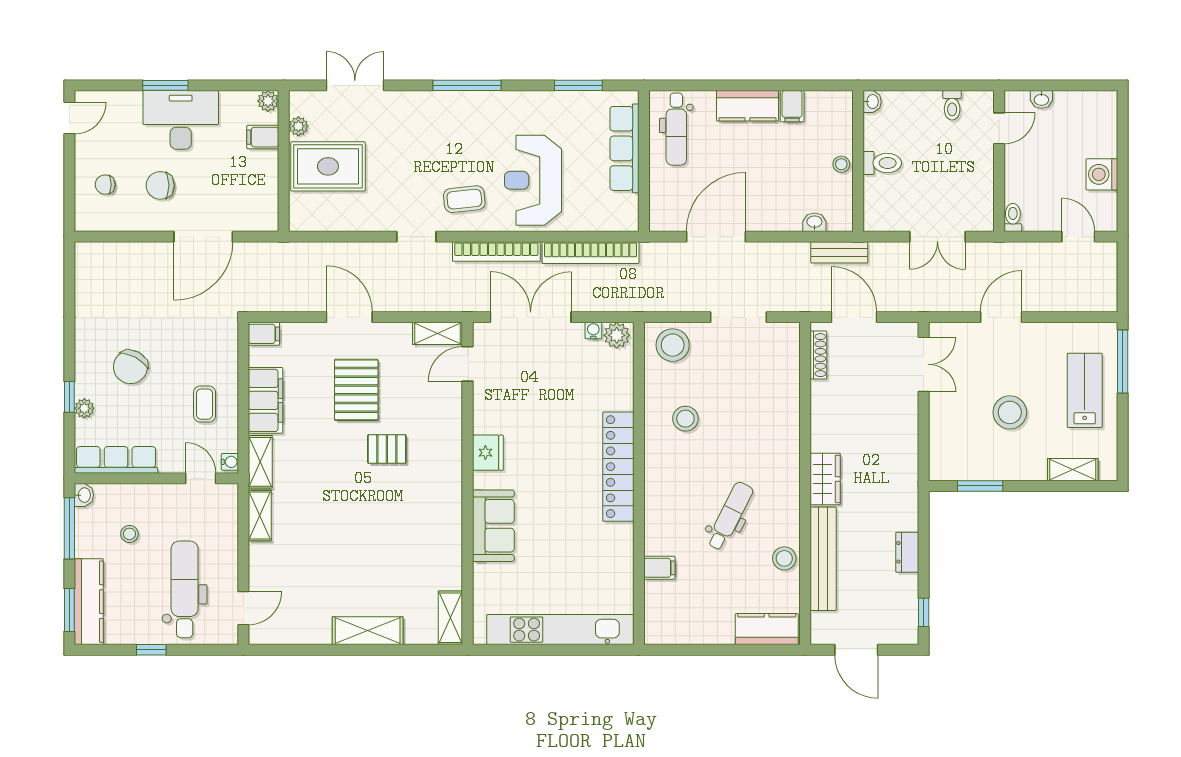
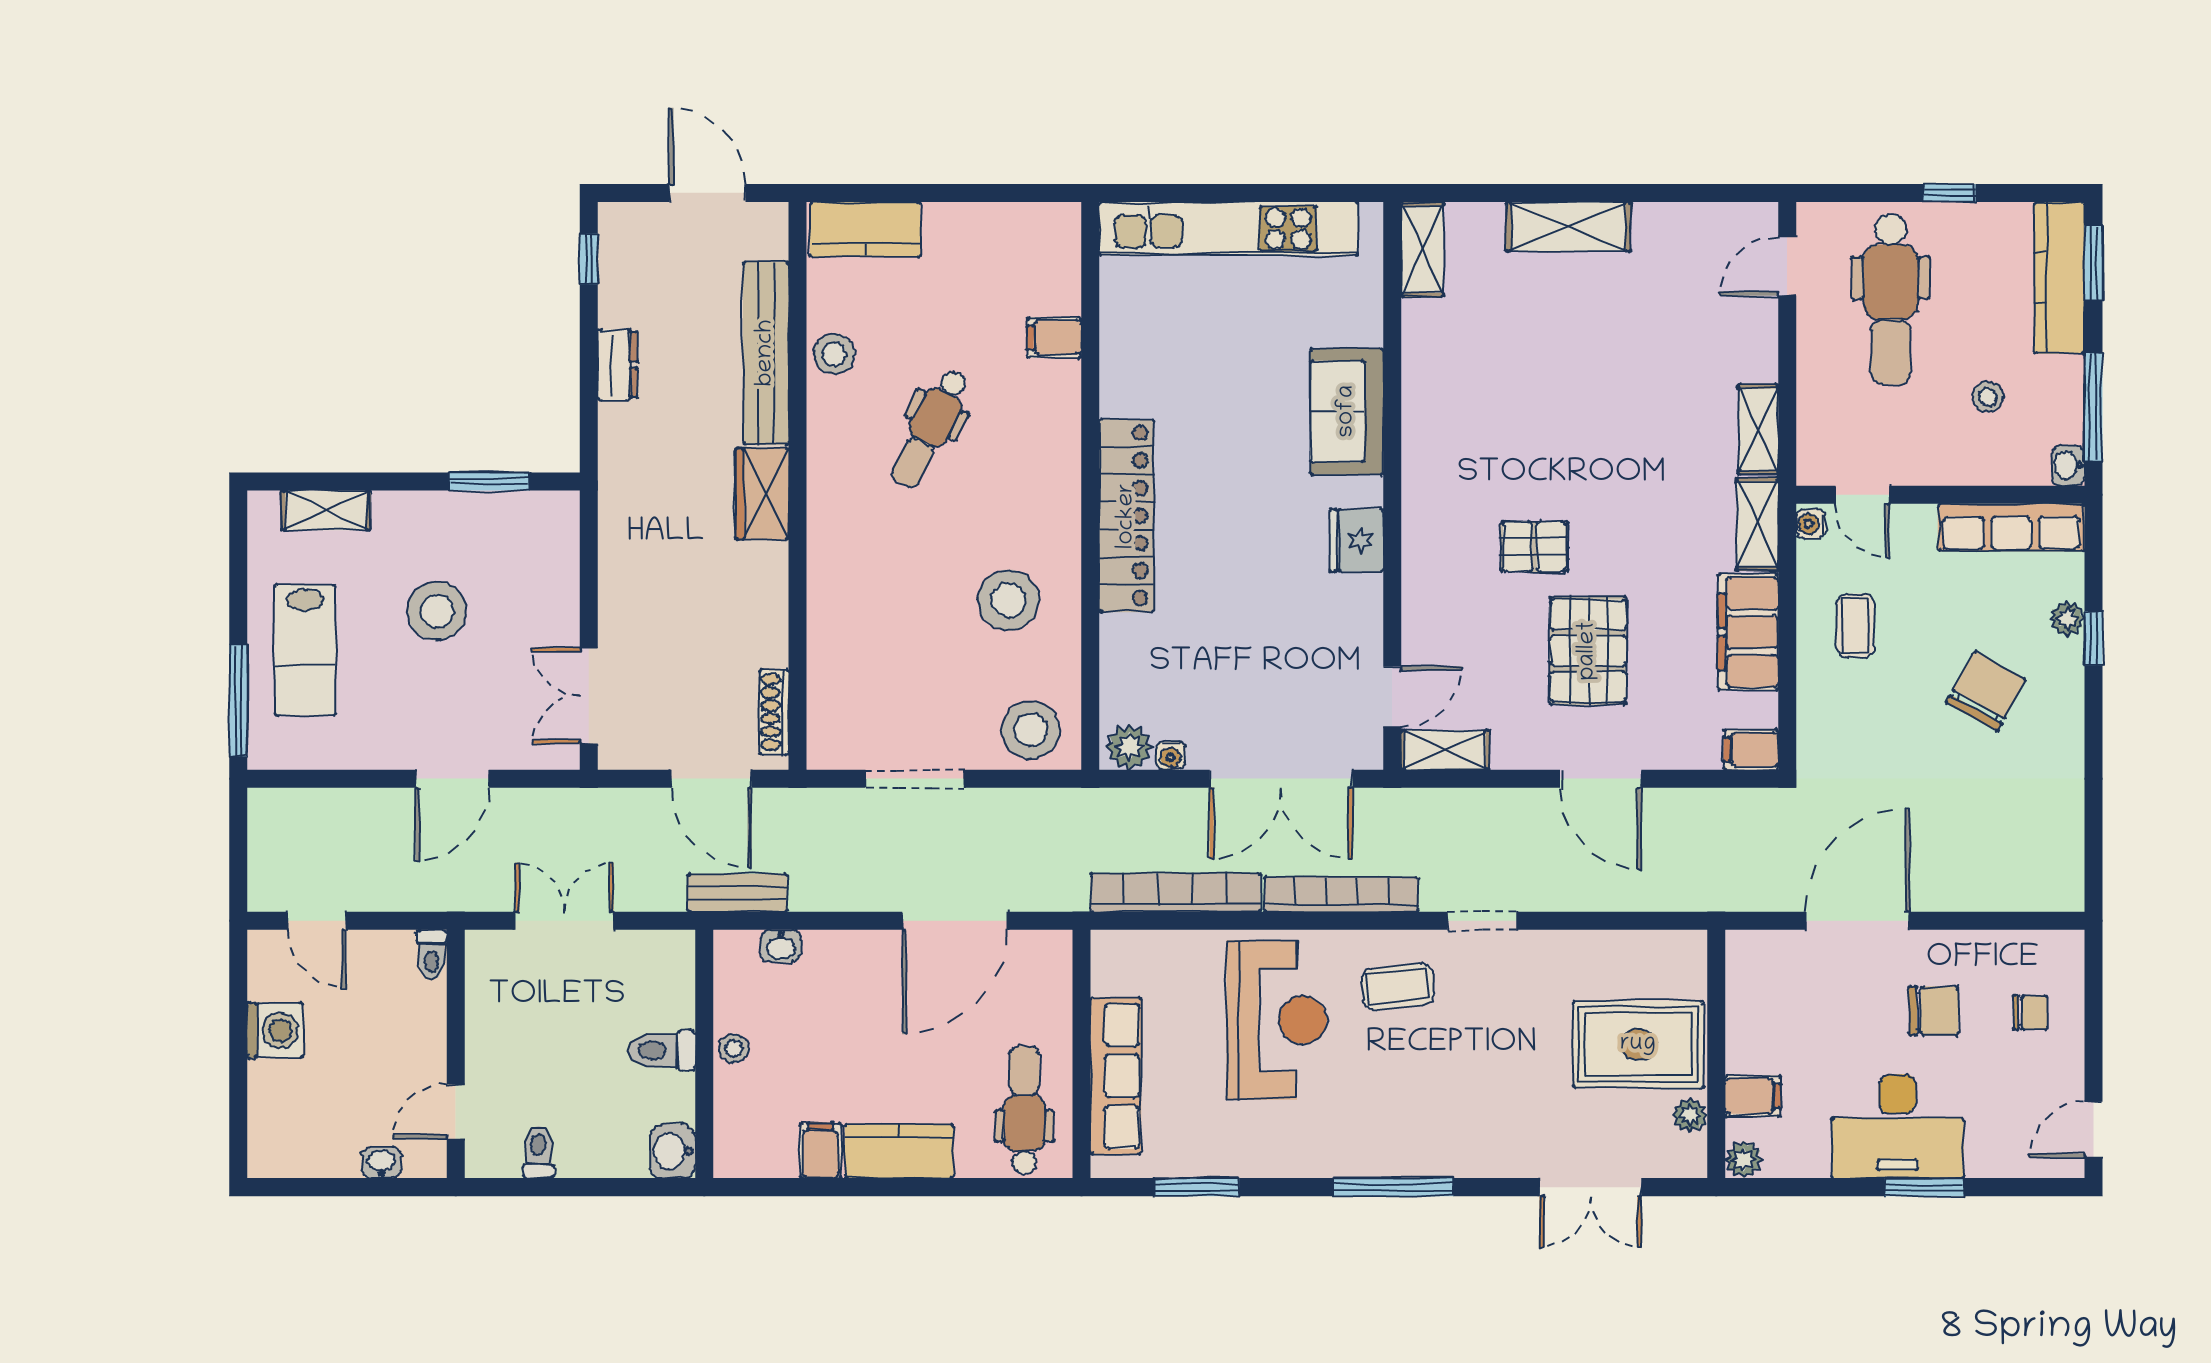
washbasin: (872, 102) -> (672, 1151), width x1.38, depth x1.45
stool: (685, 419) -> (1008, 600), width x1.38, depth x1.38

